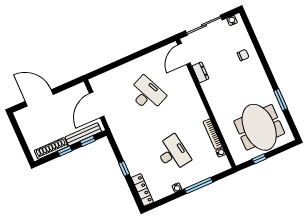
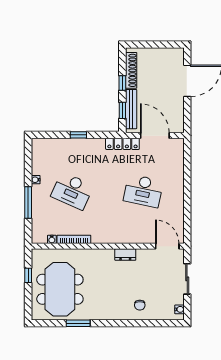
sliding door: (204, 25) -> (187, 279), width x0.73
dresser: (200, 72) -> (125, 255), moved
desk: (147, 94) -> (143, 191), turned 36
meeting table: (259, 127) -> (60, 289), turned 90
desk: (173, 153) -> (72, 191), turned 33
locker: (142, 190) -> (122, 144), moved

